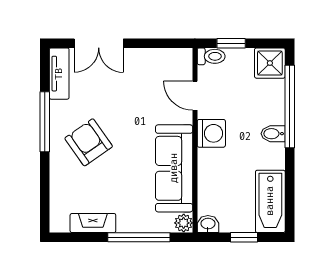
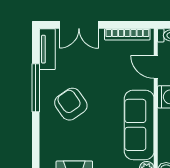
bookcase: (159, 55) -> (127, 34), added

